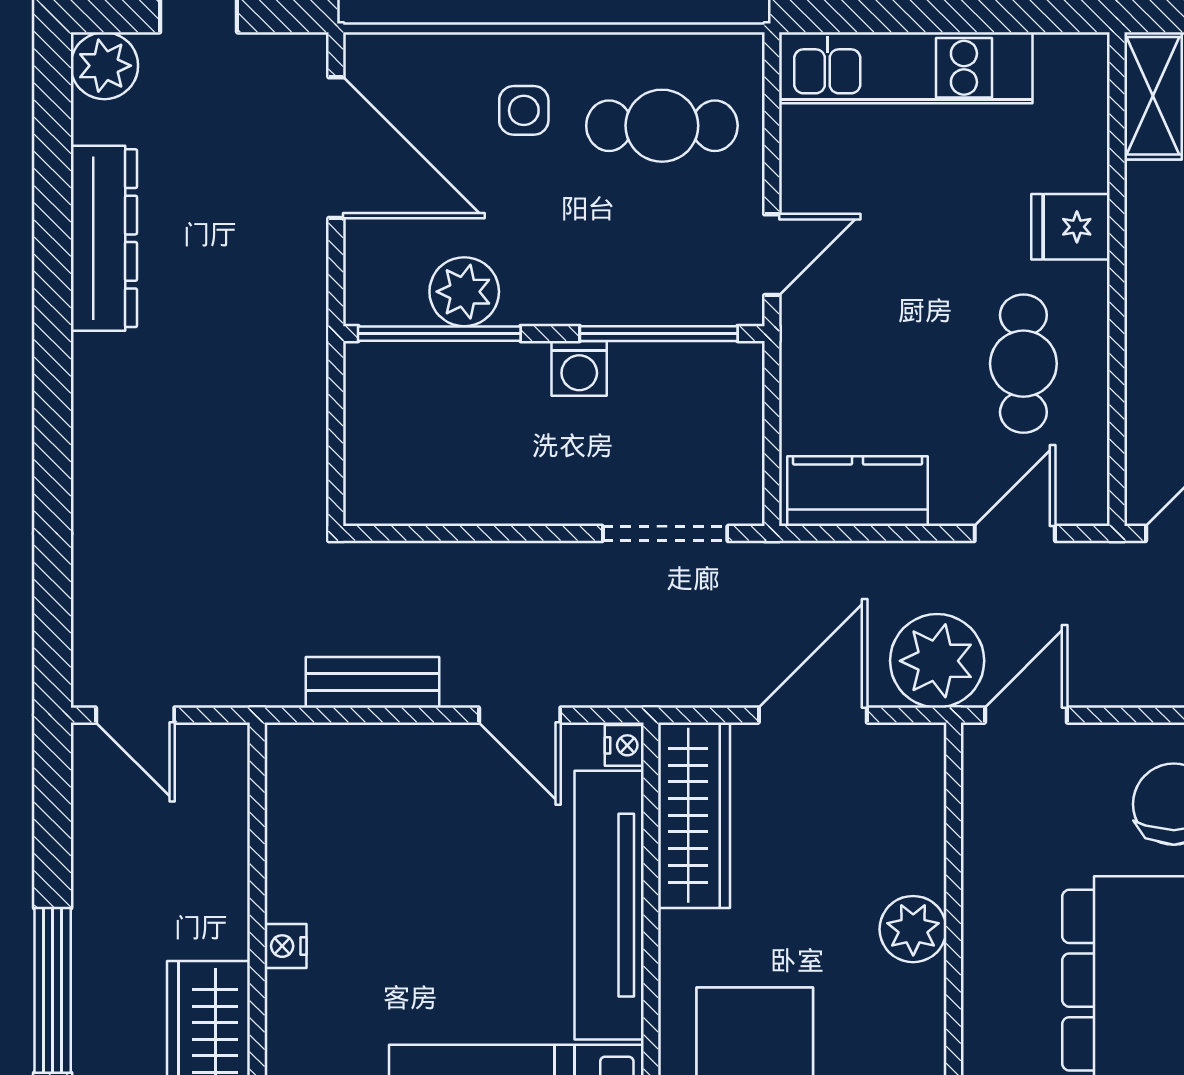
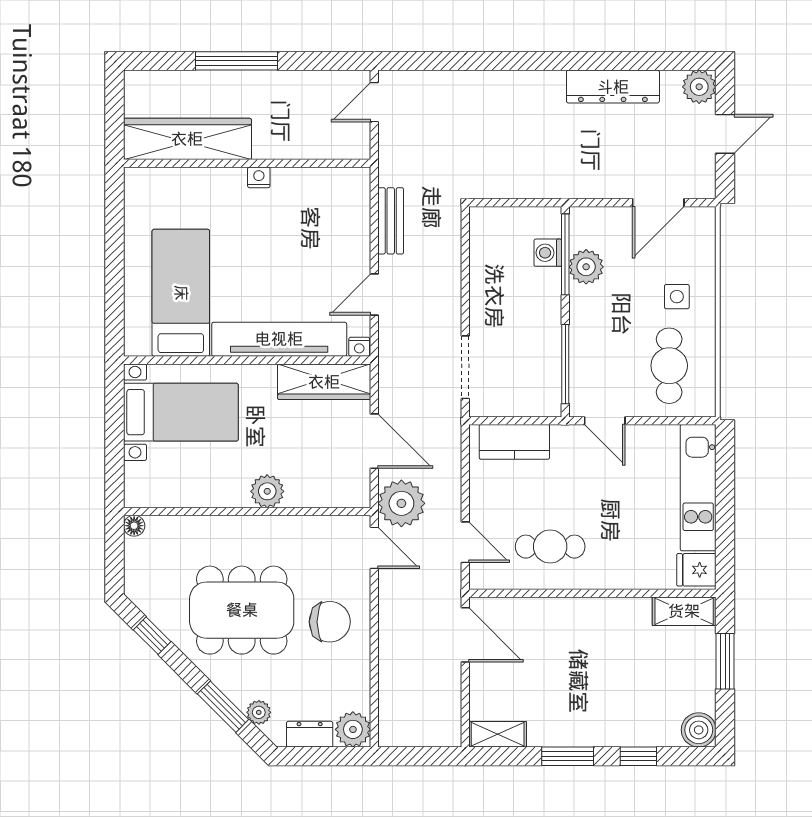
door: (336, 148) -> (658, 203), width x0.73
fridge: (1071, 227) -> (696, 570), moved, turned -90
washing machine: (579, 368) -> (548, 253), moved
kitchen counter: (857, 491) -> (514, 442), moved, turned 90

